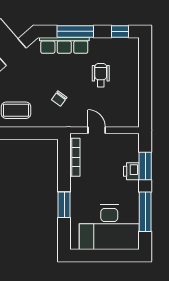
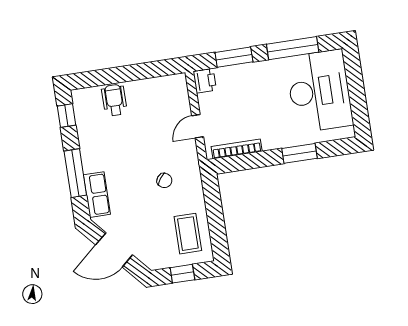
row of seats: (64, 45) -> (97, 195), width x0.68
wheelchair: (101, 75) -> (114, 100), moved, turned 90
printer: (131, 171) -> (205, 81), moved, turned -90

